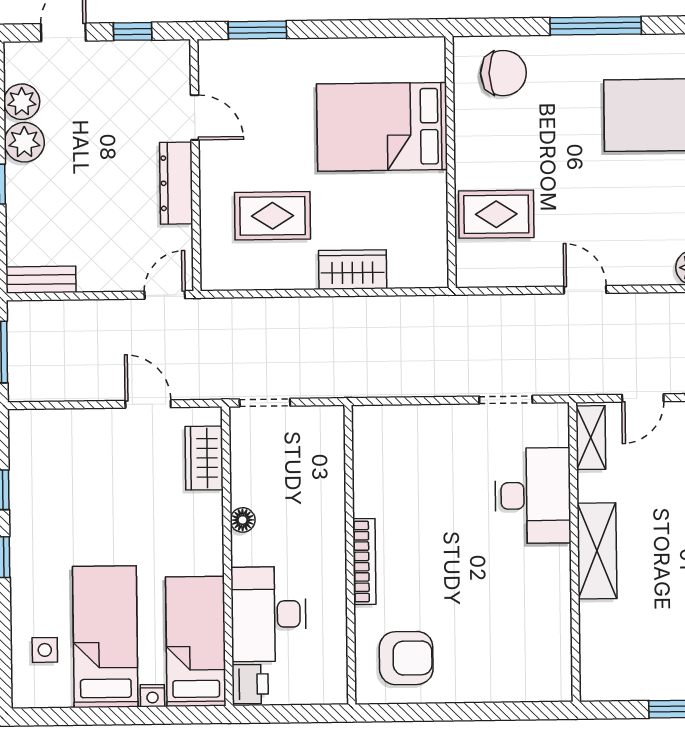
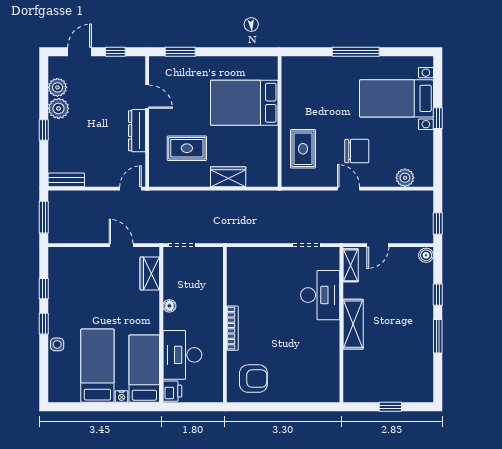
chair: (503, 73) -> (357, 151), moved
rug: (496, 214) -> (303, 149), turned 90
side table: (45, 650) -> (57, 344), moved

